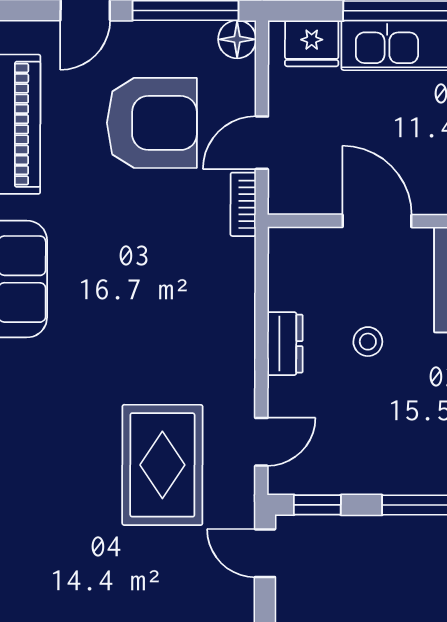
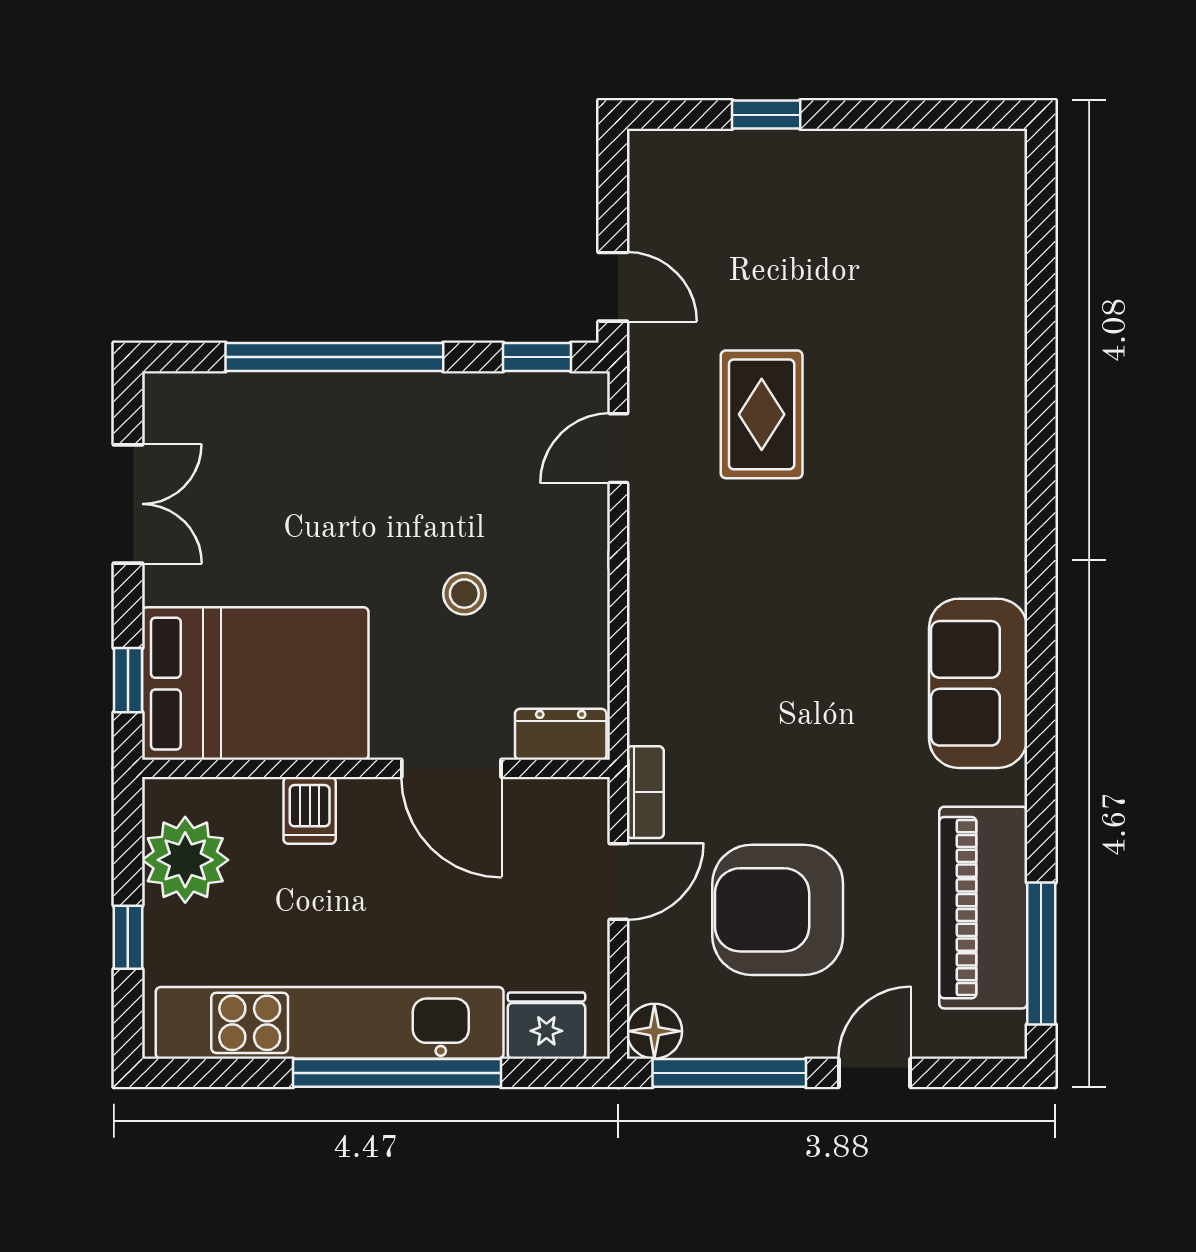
dresser: (285, 344) -> (561, 734), moved, turned 90
rug: (162, 465) -> (762, 414), width x0.73, depth x0.70

